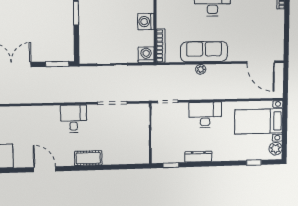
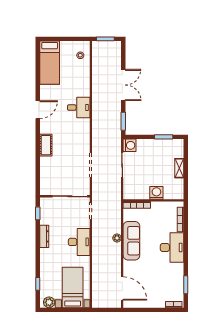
washing machine: (146, 55) -> (130, 145), moved
door: (261, 62) -> (122, 288), swing flipped
desk: (74, 119) -> (79, 108), moved

